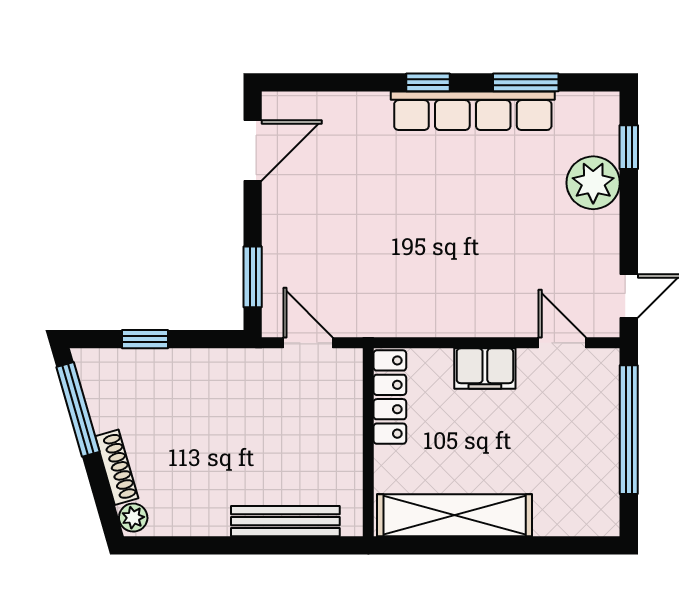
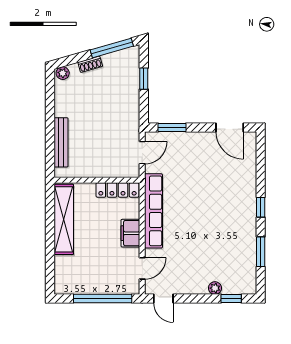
row of seats: (473, 111) -> (153, 211), moved, turned 180
plant: (593, 183) -> (215, 288), width x0.53, depth x0.53
shoe rack: (117, 467) -> (90, 64), width x0.70

